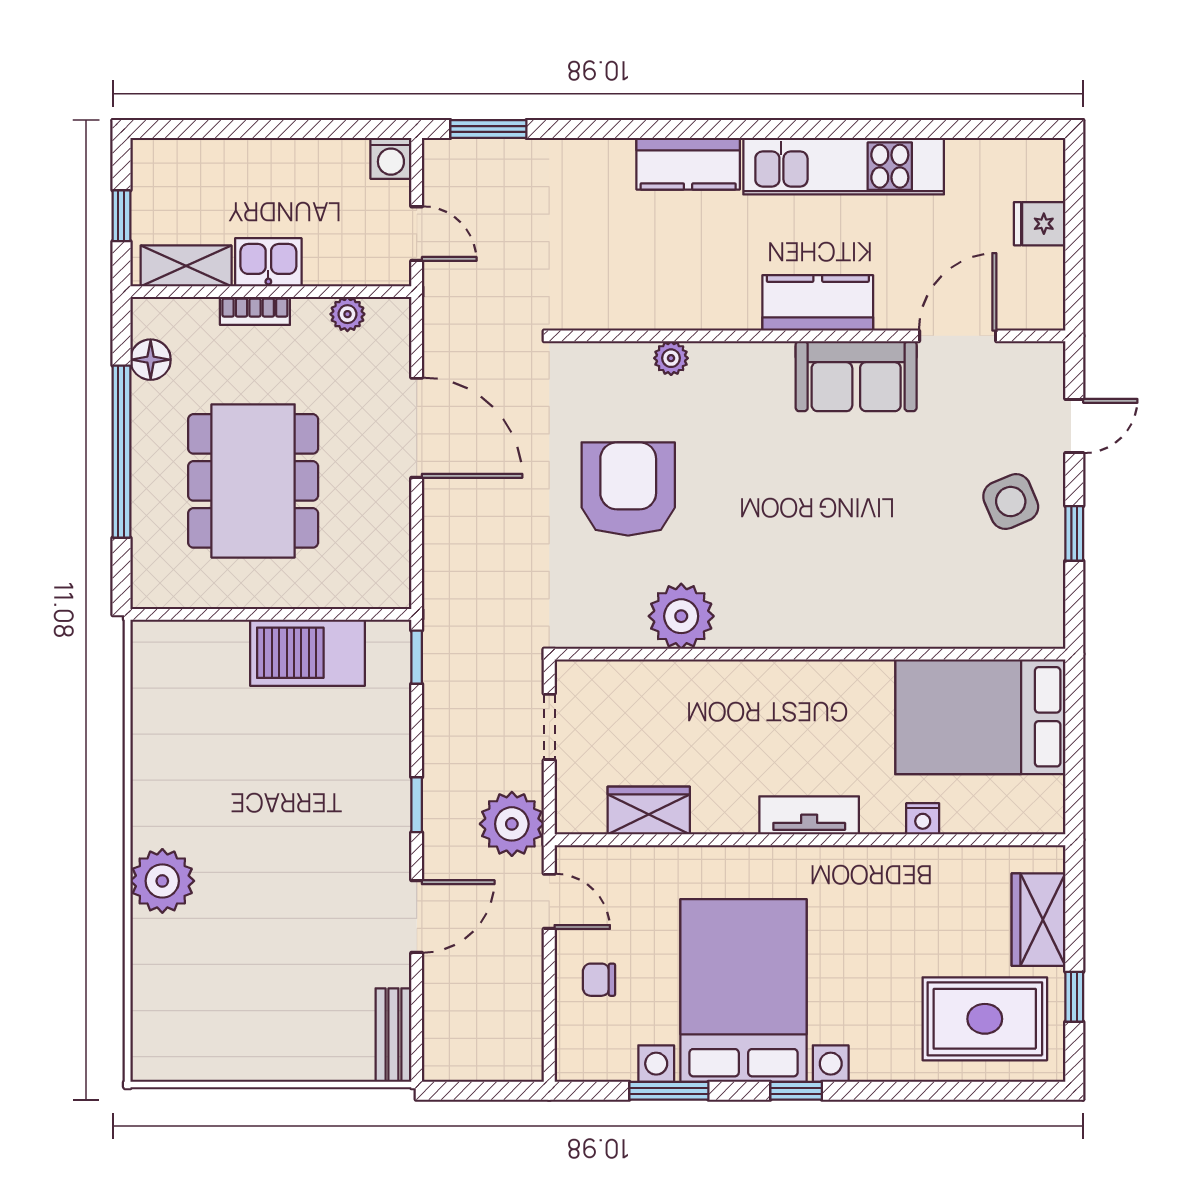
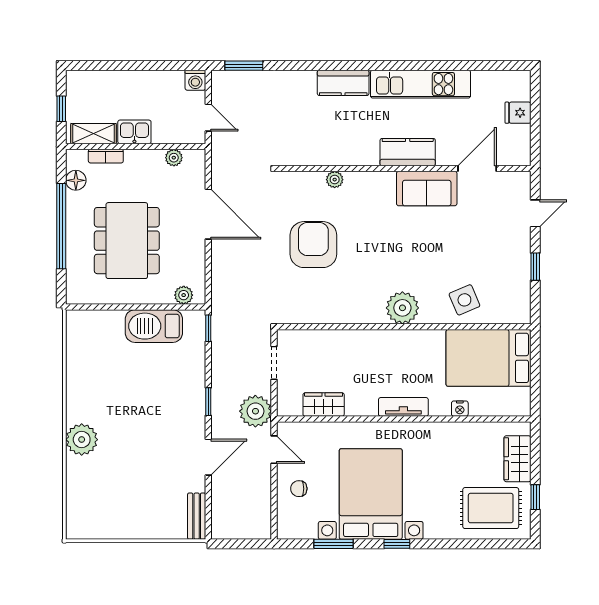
bookcase: (255, 311) -> (106, 156), moved
side table: (1011, 502) -> (464, 300), moved
plant: (367, 591) -> (184, 295), added
plant: (681, 616) -> (402, 308), moved

